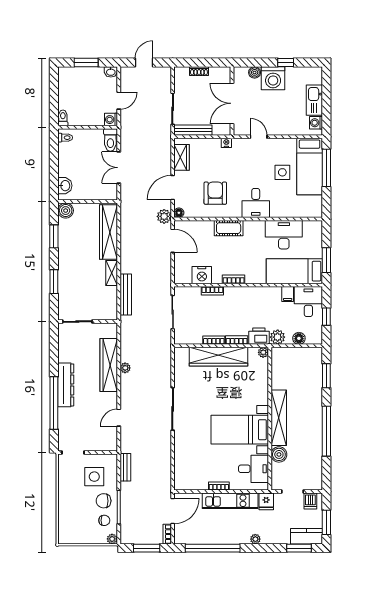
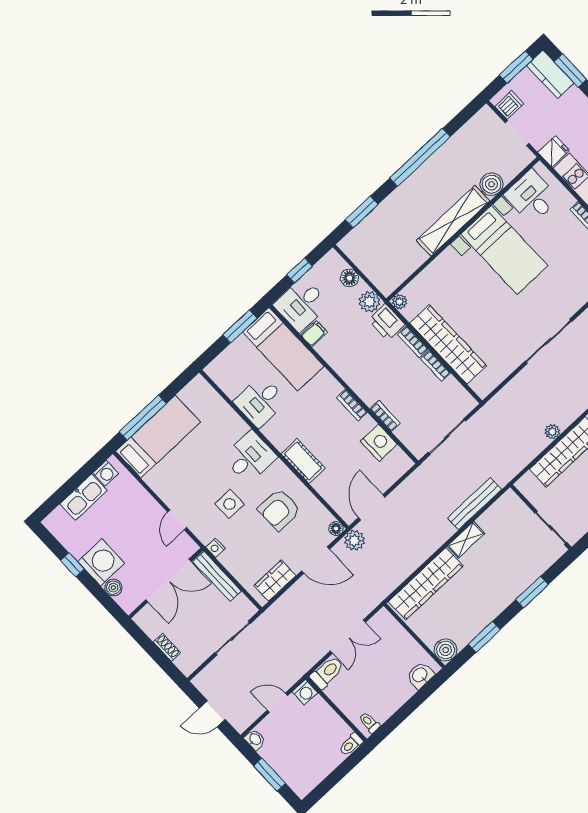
bench: (193, 130) -> (217, 576), moved
side table: (282, 172) -> (229, 504), moved
desk: (284, 235) -> (260, 402), width x0.73

